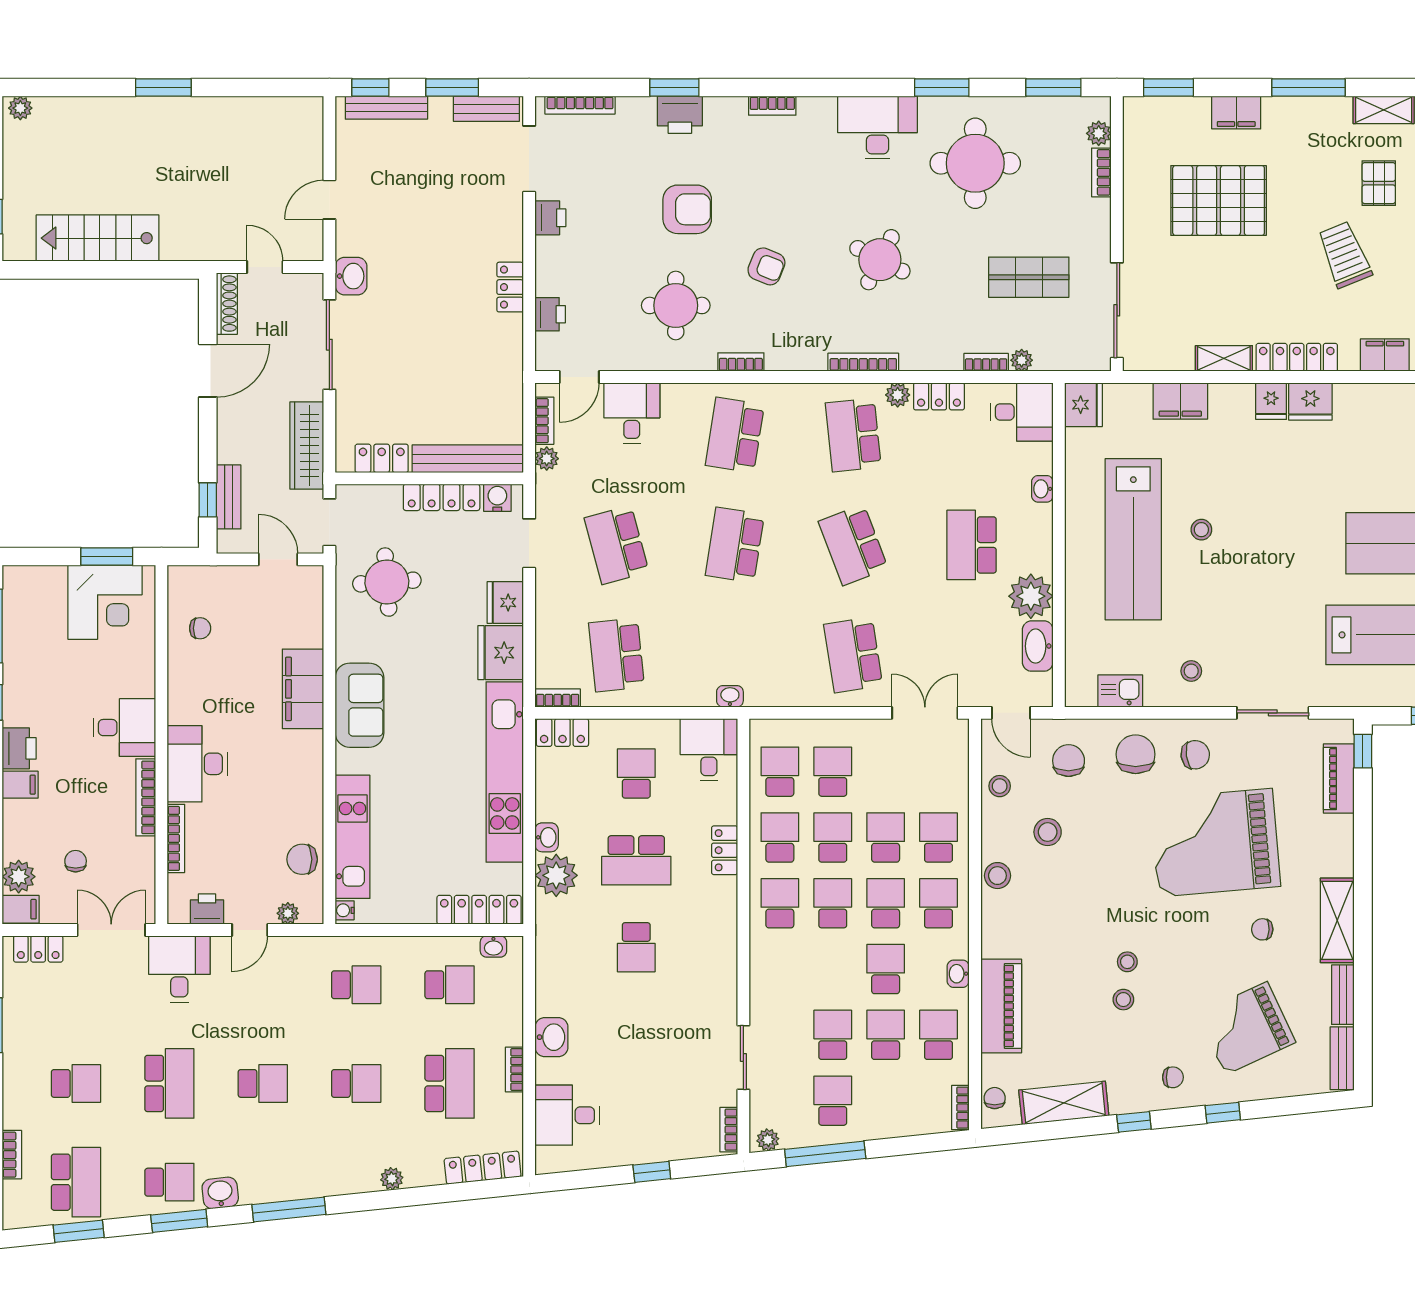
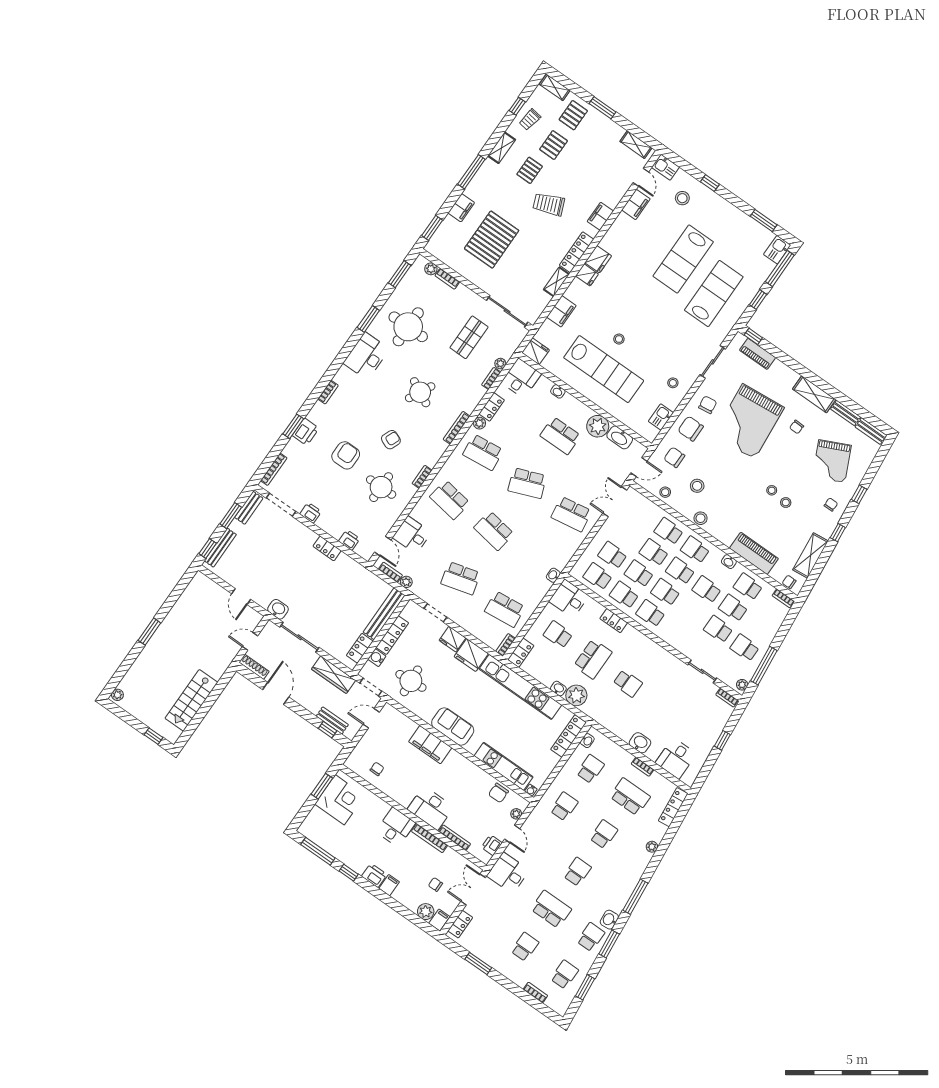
pallet: (1379, 183) -> (530, 170), turned 90
water cooler: (497, 498) -> (377, 658), moved
school desk: (76, 1182) -> (565, 975), width x0.54

